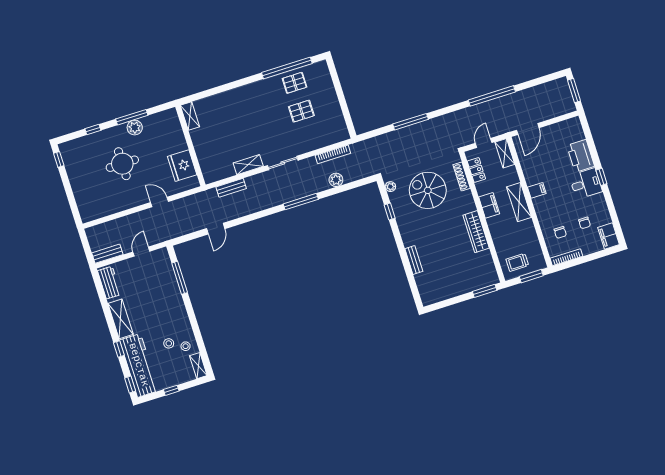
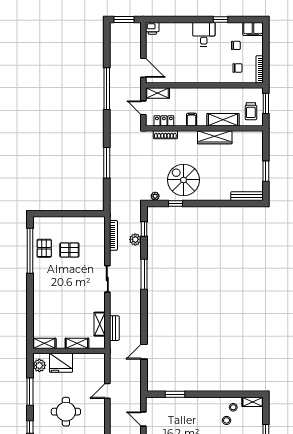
pallet: (301, 111) -> (69, 250), turned 90
plant: (135, 128) -> (39, 365), moved
shelving: (201, 152) -> (77, 343), added
printer: (581, 156) -> (152, 28), moved, width x0.53, depth x0.68
shelving: (248, 165) -> (100, 324), moved
fridge: (182, 166) -> (61, 363), moved
window: (601, 177) -> (220, 19), moved
window: (351, 186) -> (144, 229), added
spiral stairs: (428, 190) -> (184, 180), moved, turned 90
filing cabinet: (537, 190) -> (197, 76), removed
shelving: (519, 202) -> (223, 120), moved
filing cabinet: (489, 205) -> (192, 120), width x0.50
door: (216, 229) -> (144, 352), swing flipped
bench: (414, 260) -> (247, 196), moved, width x1.36
window: (180, 278) -> (175, 394), width x0.69
window: (485, 291) -> (266, 171), moved

